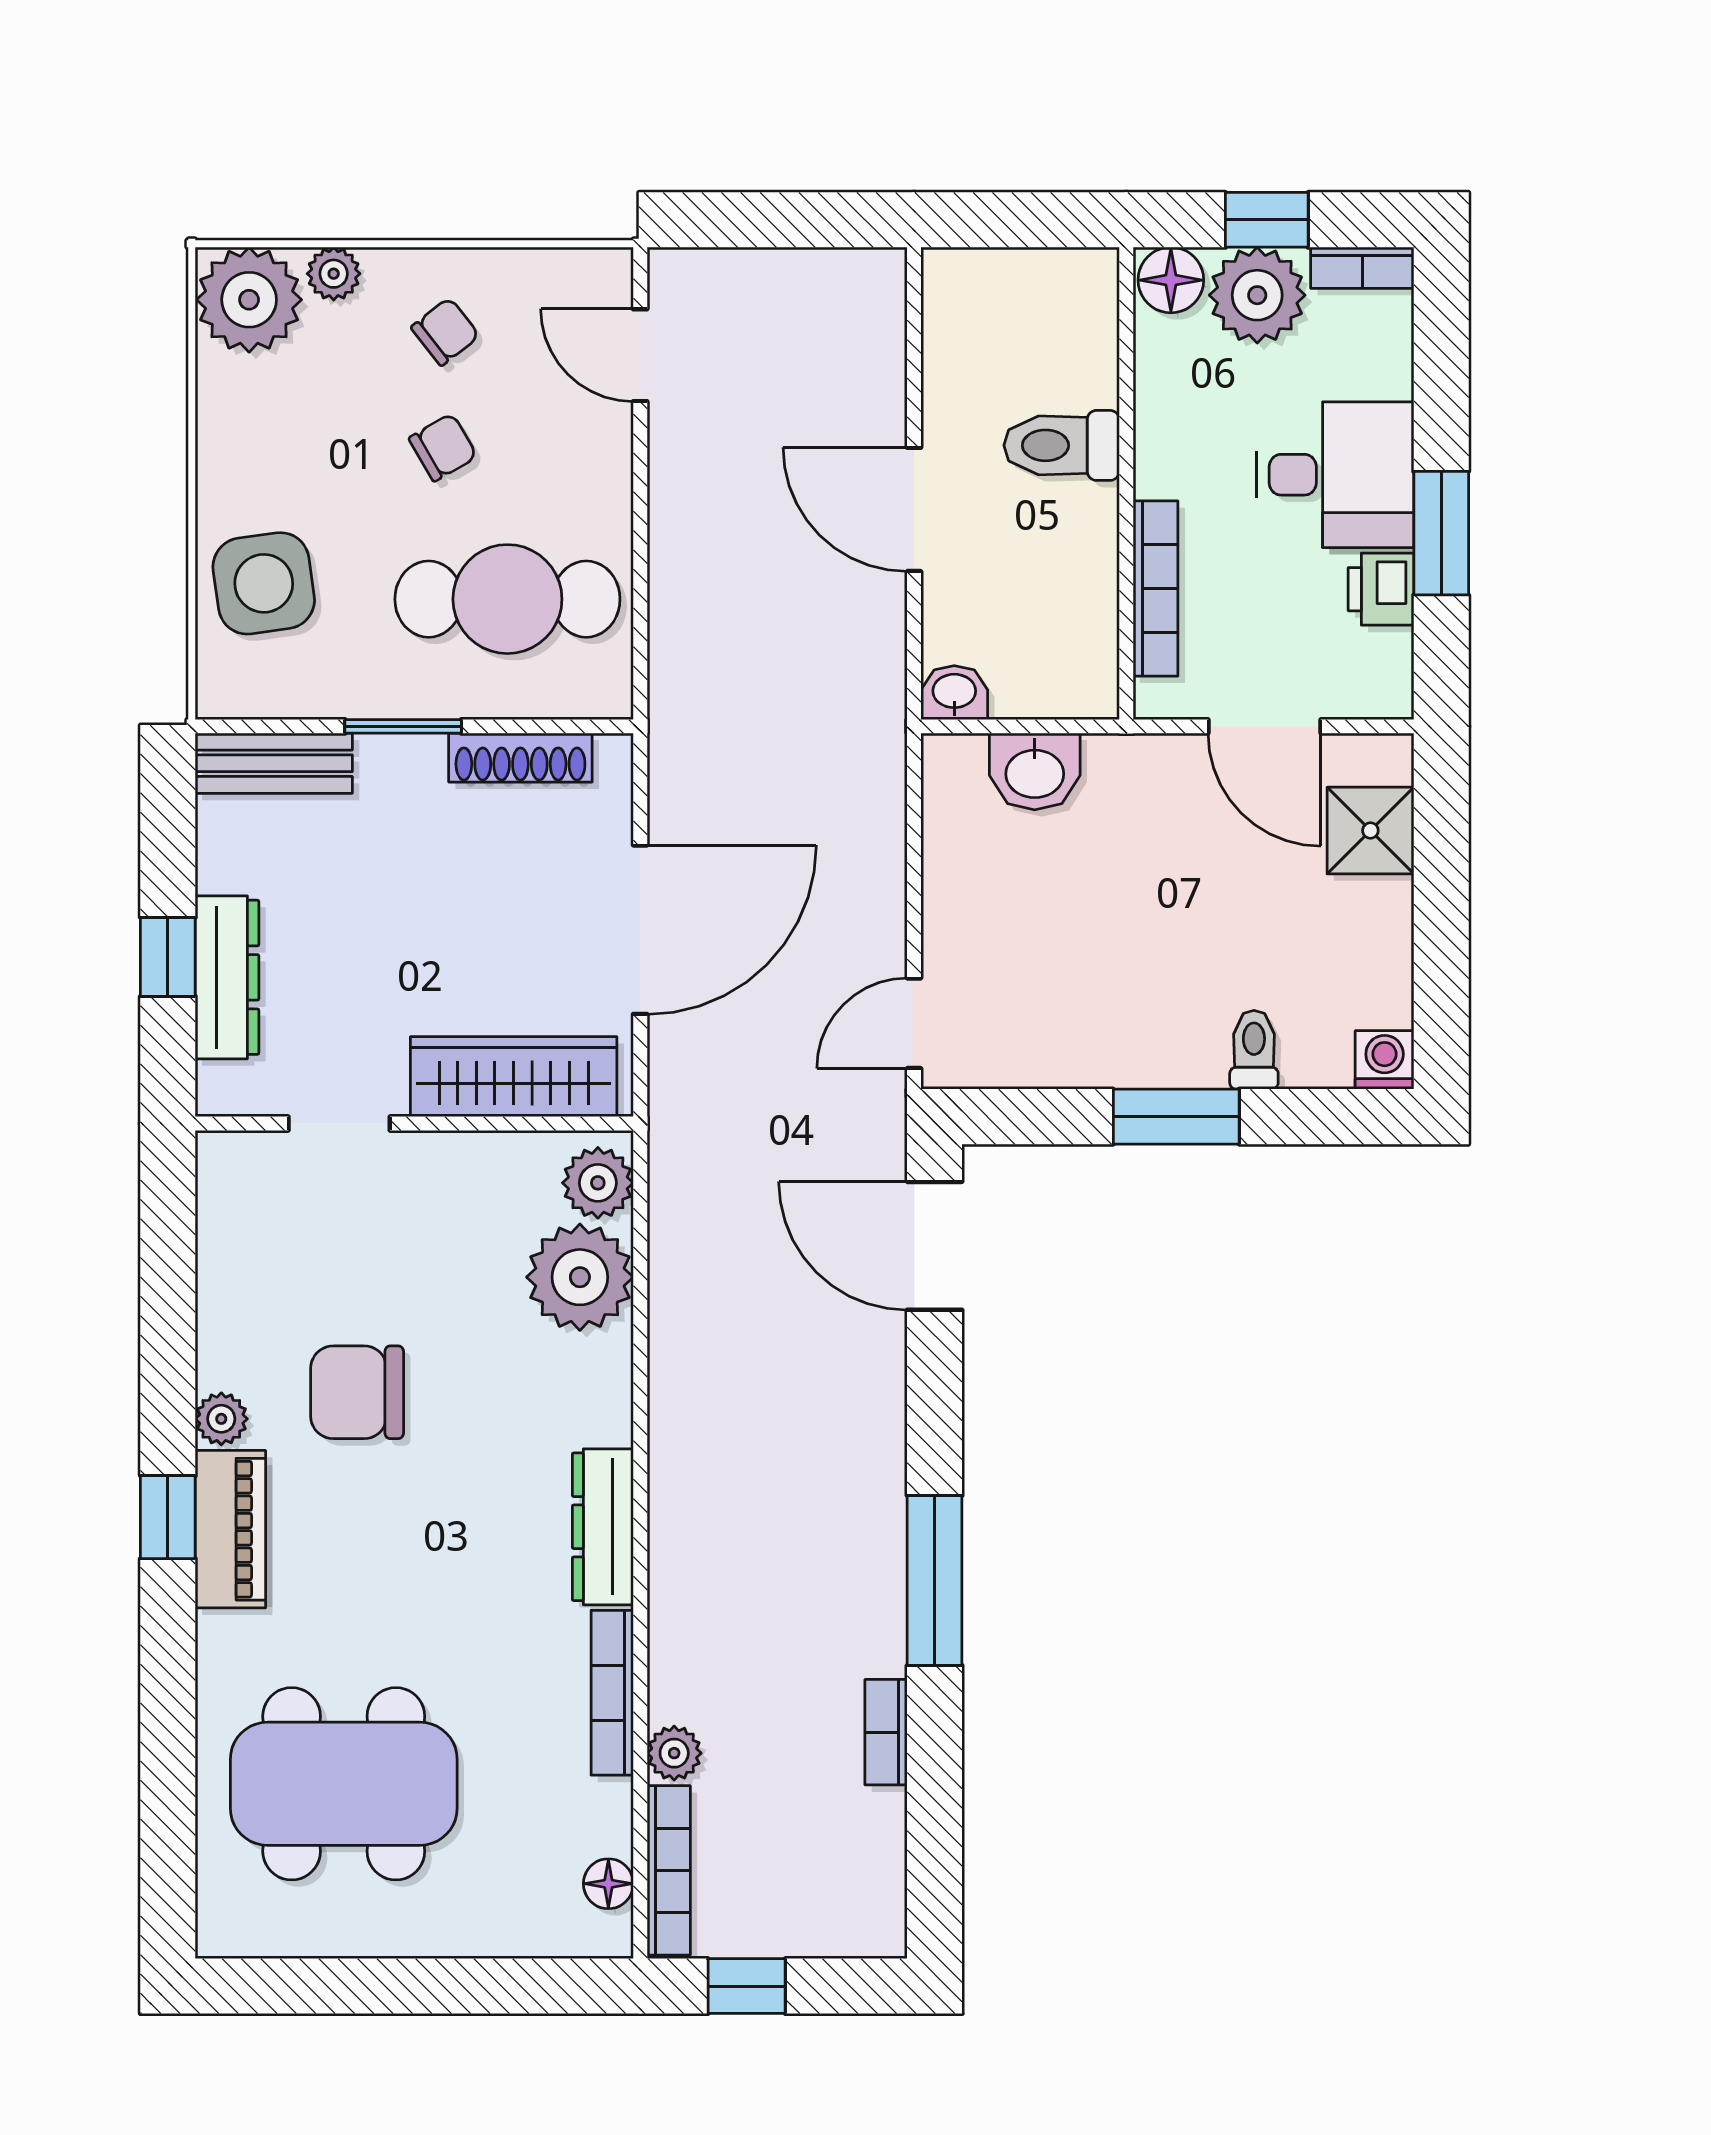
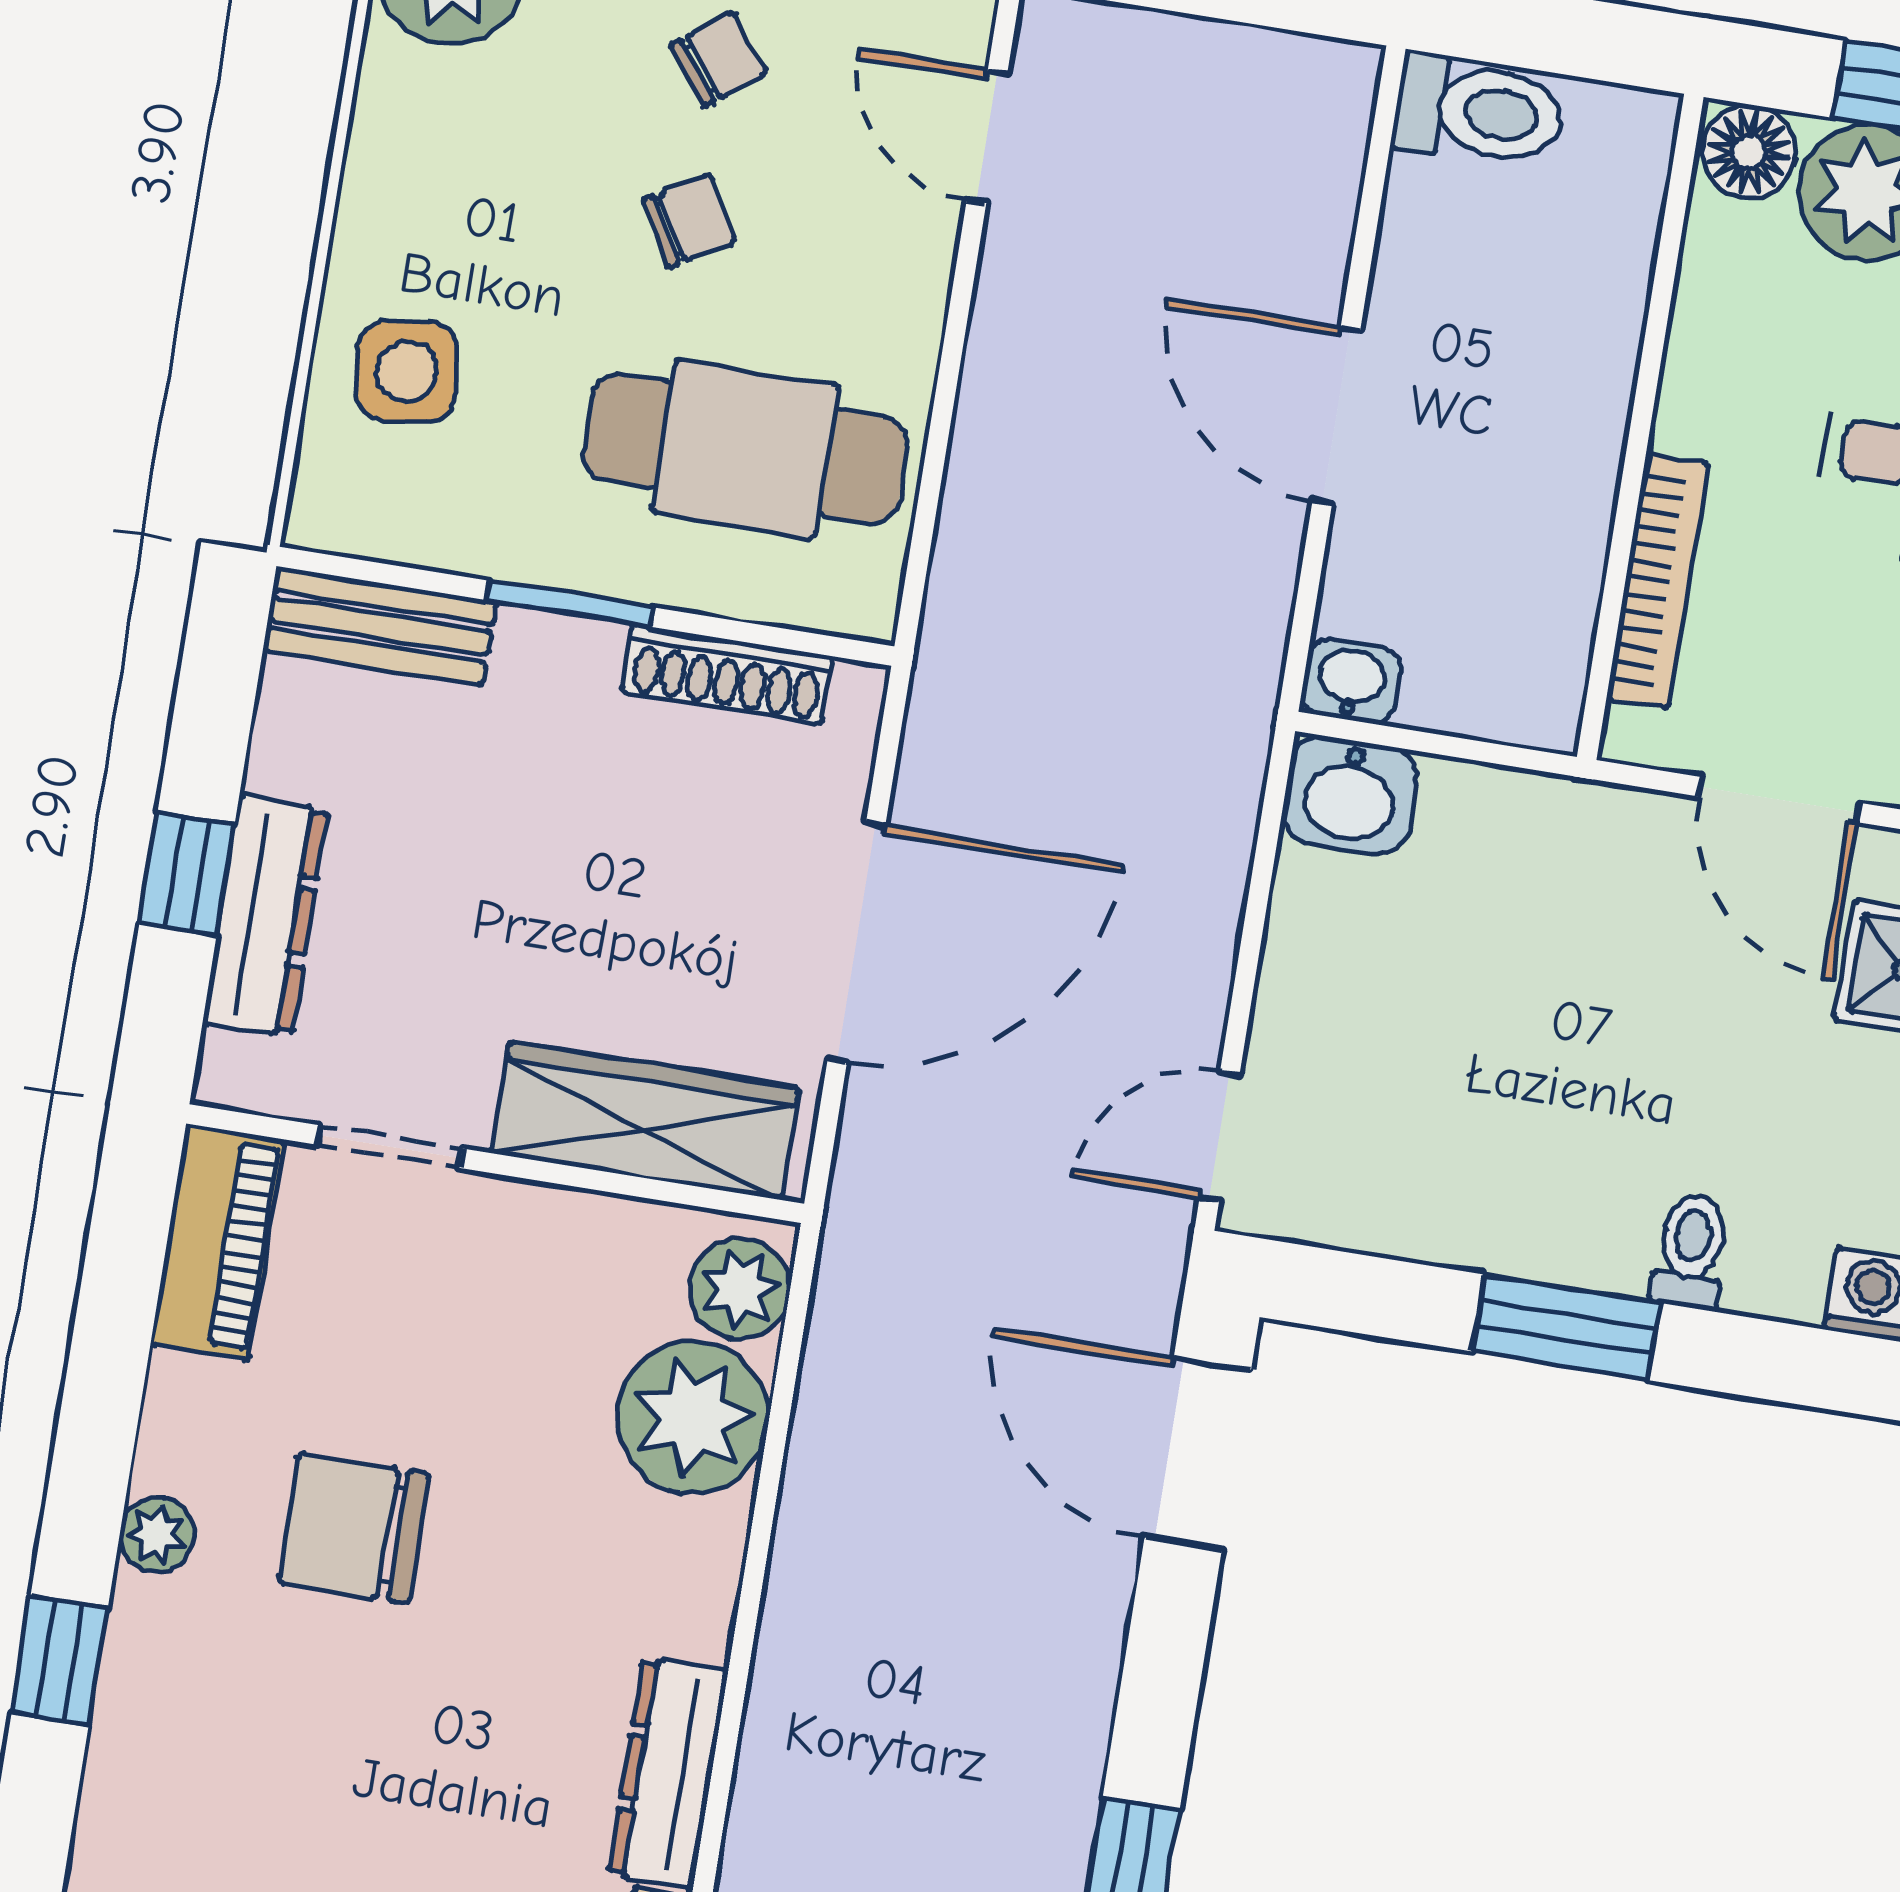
toilet: (1062, 445) -> (1479, 111), moved, turned 180
side table: (264, 583) -> (407, 371), width x0.73, depth x0.73
washbasin: (1035, 772) -> (1350, 795), moved
piano: (230, 1529) -> (218, 1242), moved

